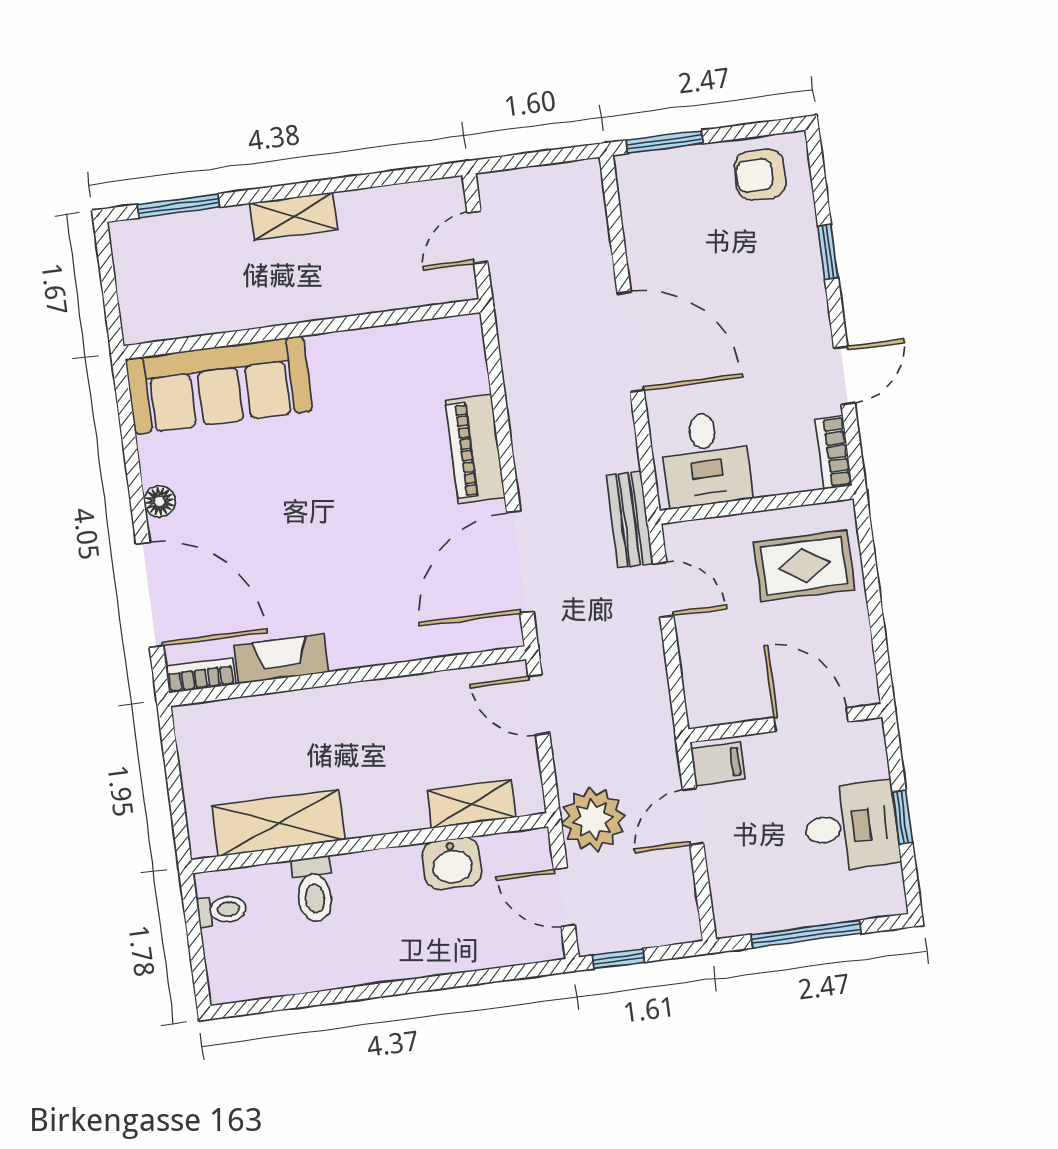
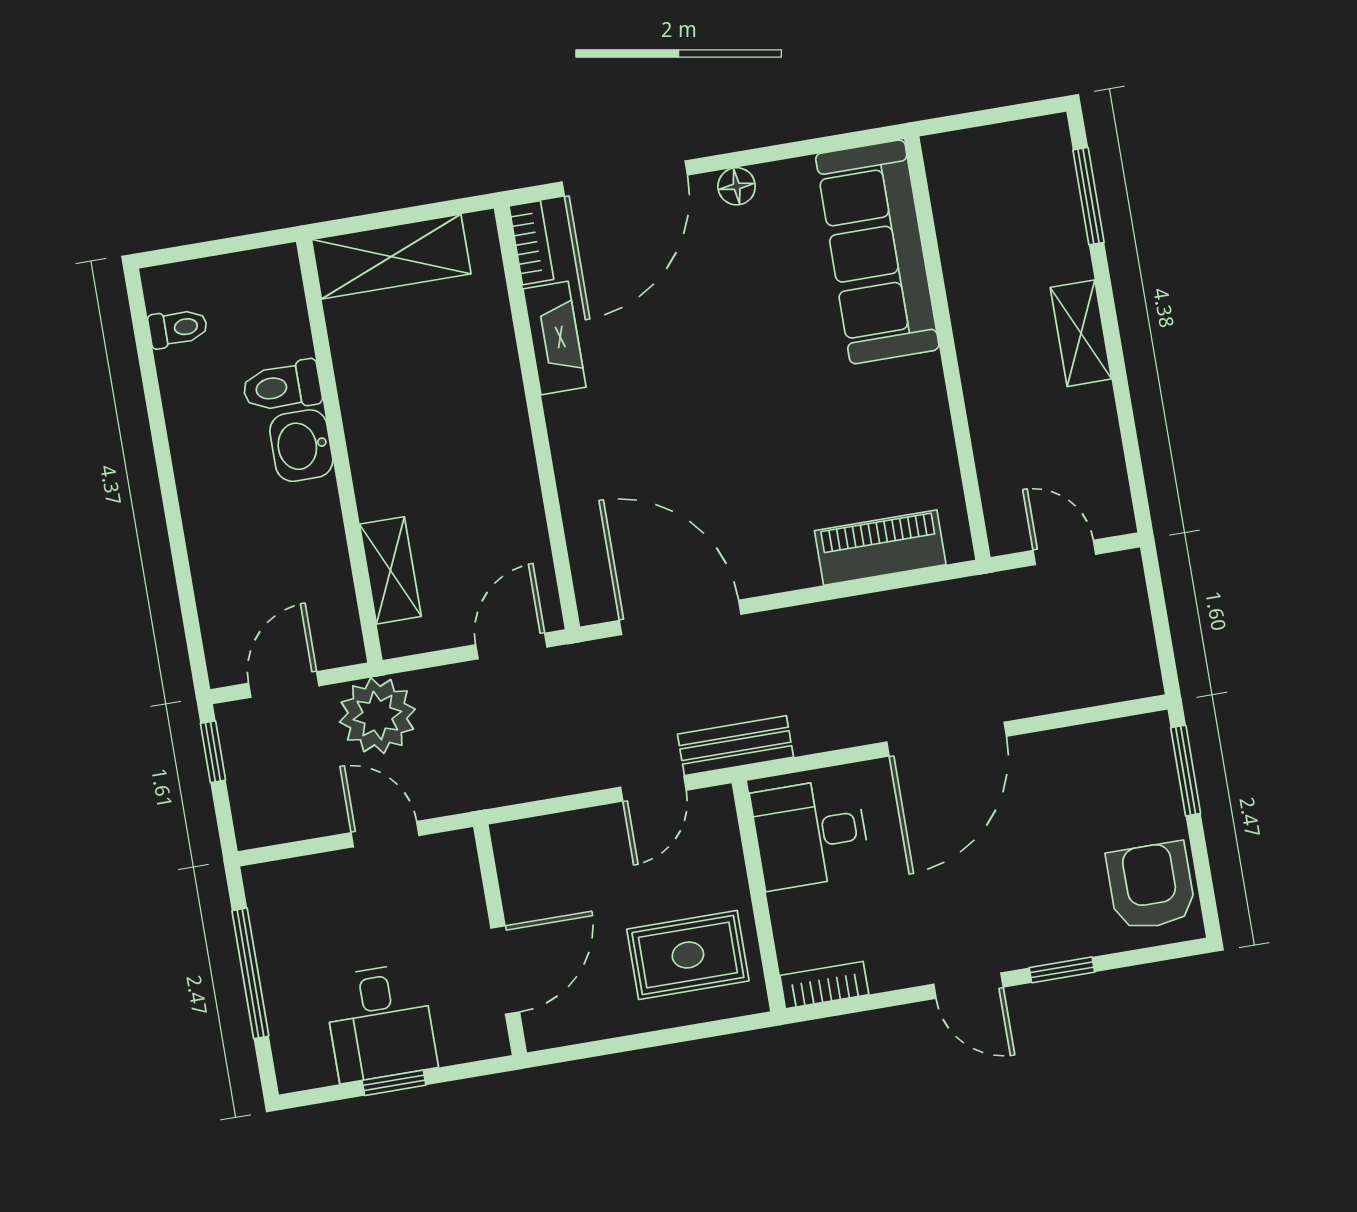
armchair: (760, 175) -> (1151, 886), width x1.38, depth x1.38
door: (844, 375) -> (969, 986), moved
piano: (475, 449) -> (880, 548), moved
rug: (804, 566) -> (688, 955), turned 90
filing cabinet: (718, 764) -> (449, 861), removed
shelving: (278, 823) -> (391, 257), moved, turned 90
washbasin: (452, 863) -> (301, 446), moved
toilet: (222, 910) -> (178, 328), moved, turned -90

